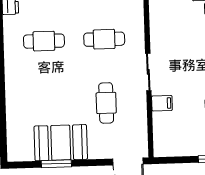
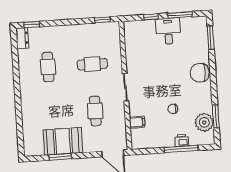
cafe table: (44, 41) -> (48, 67), turned 90
filing cabinet: (162, 103) -> (137, 122), moved

